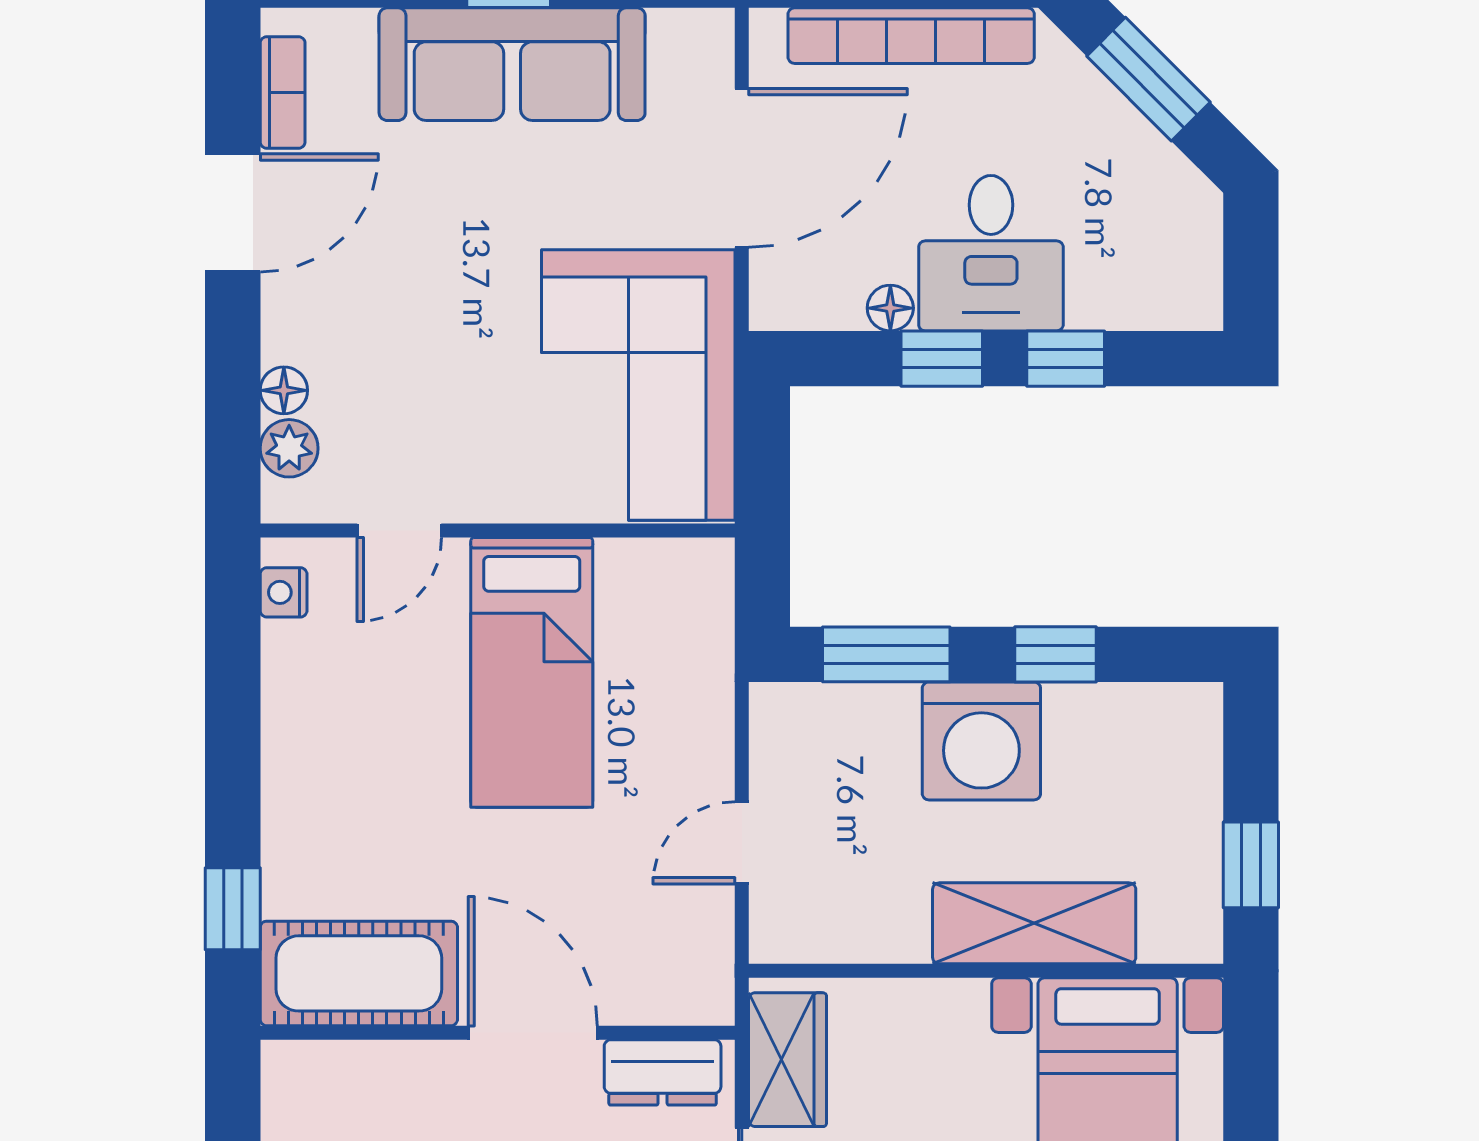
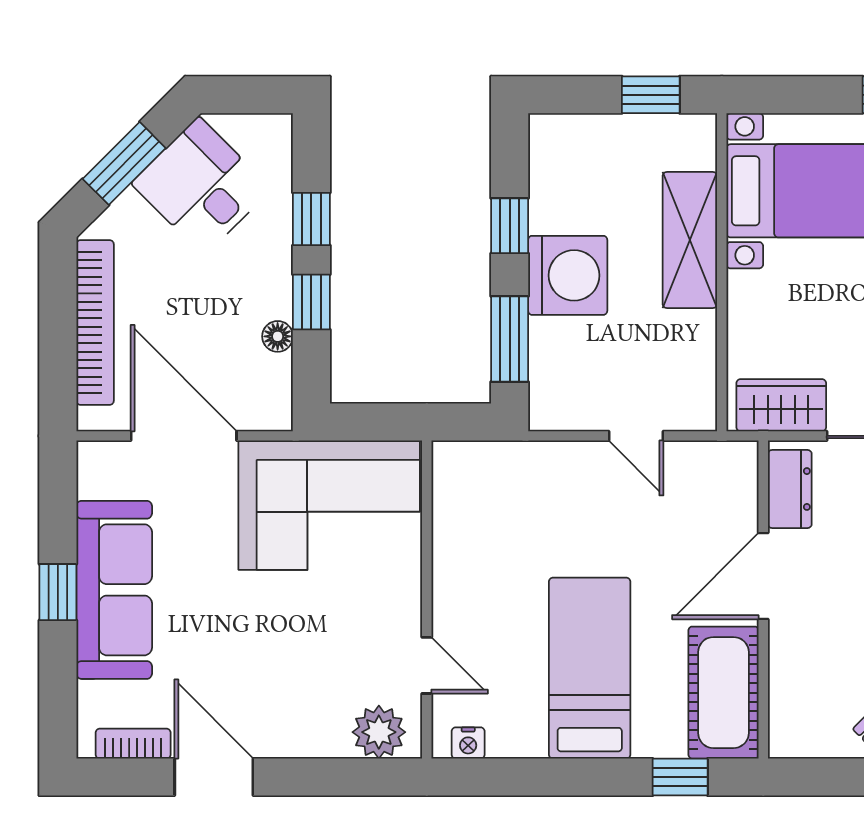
desk: (991, 253) -> (201, 186), moved, turned -135
floor lamp: (284, 390) -> (333, 743), removed
plant: (289, 448) -> (379, 732), width x1.38, depth x1.38
bed: (532, 672) -> (590, 668), moved, turned -90

